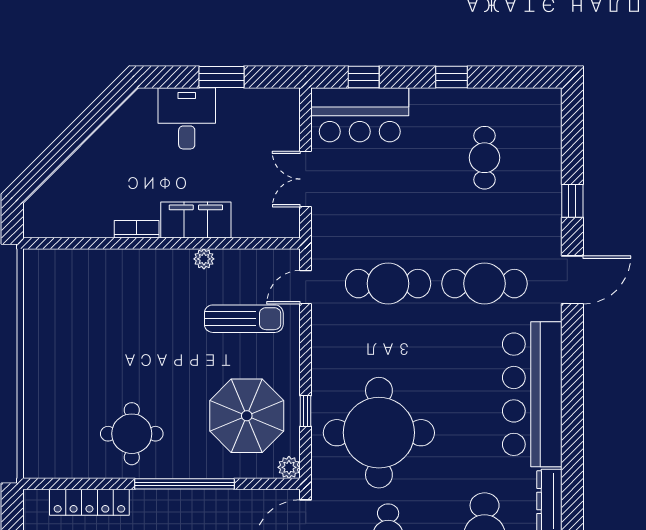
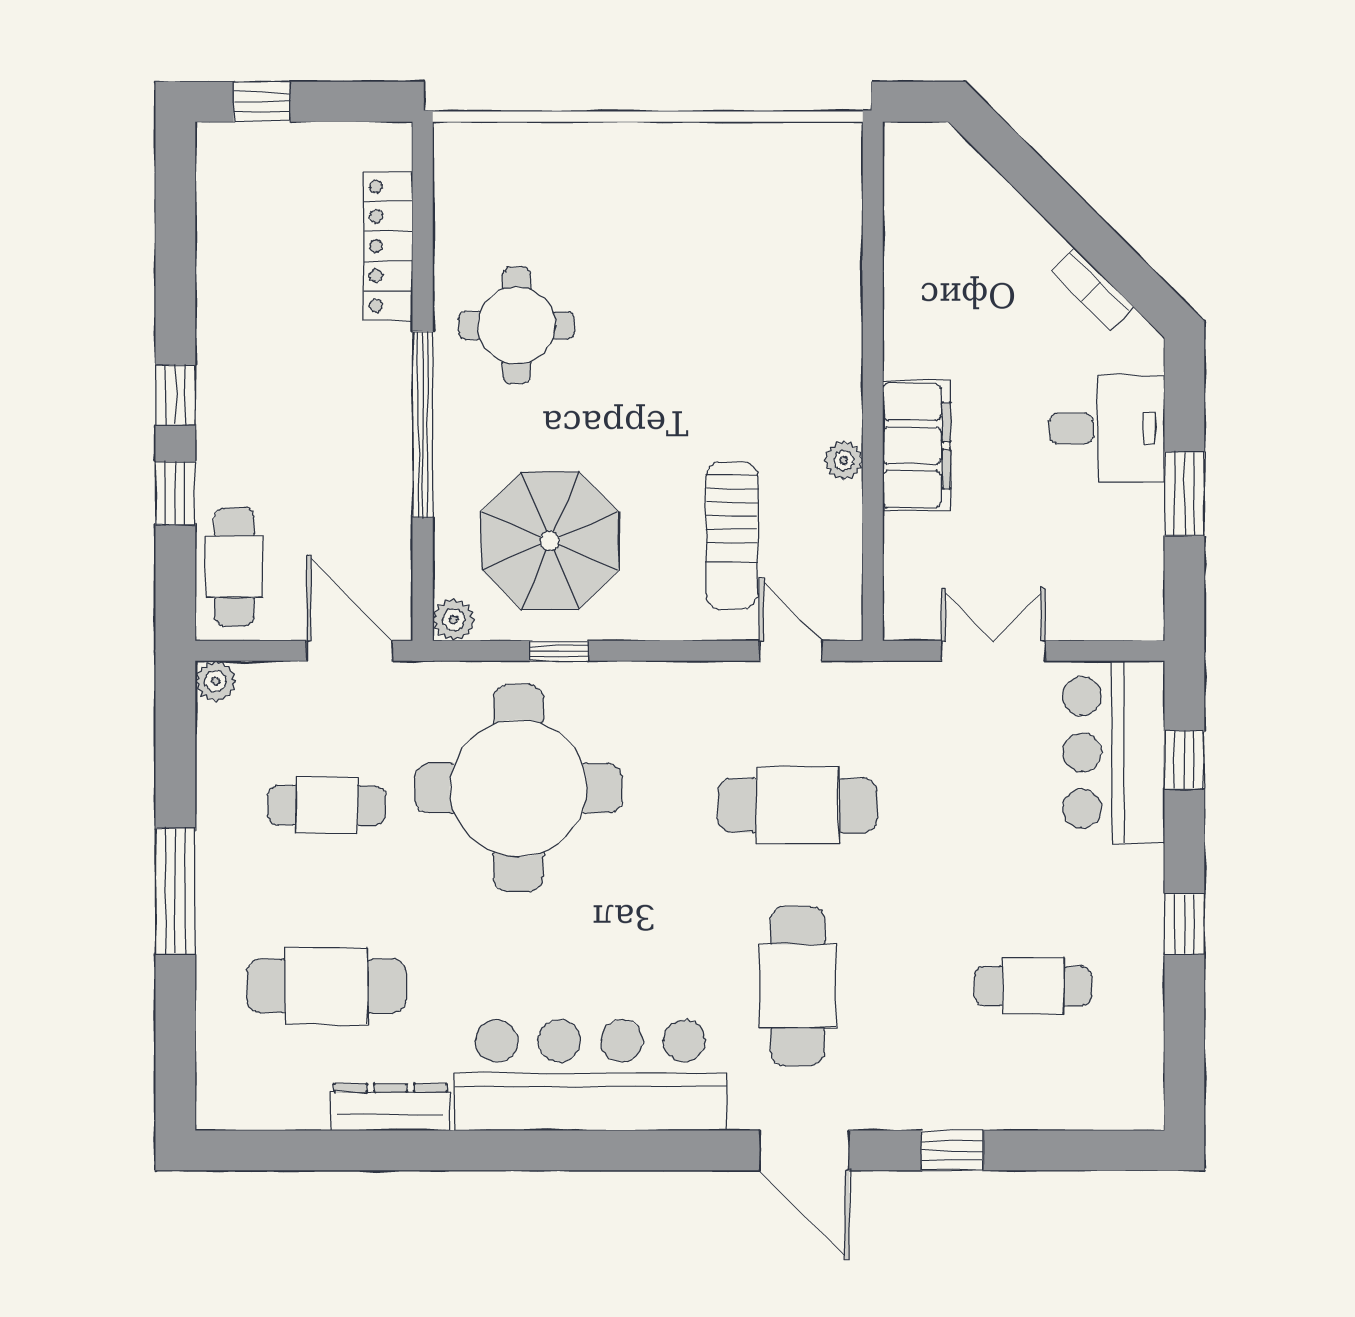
bookcase: (137, 229) -> (1093, 289), moved, turned 135
cafe table: (388, 284) -> (798, 805), turned 90

